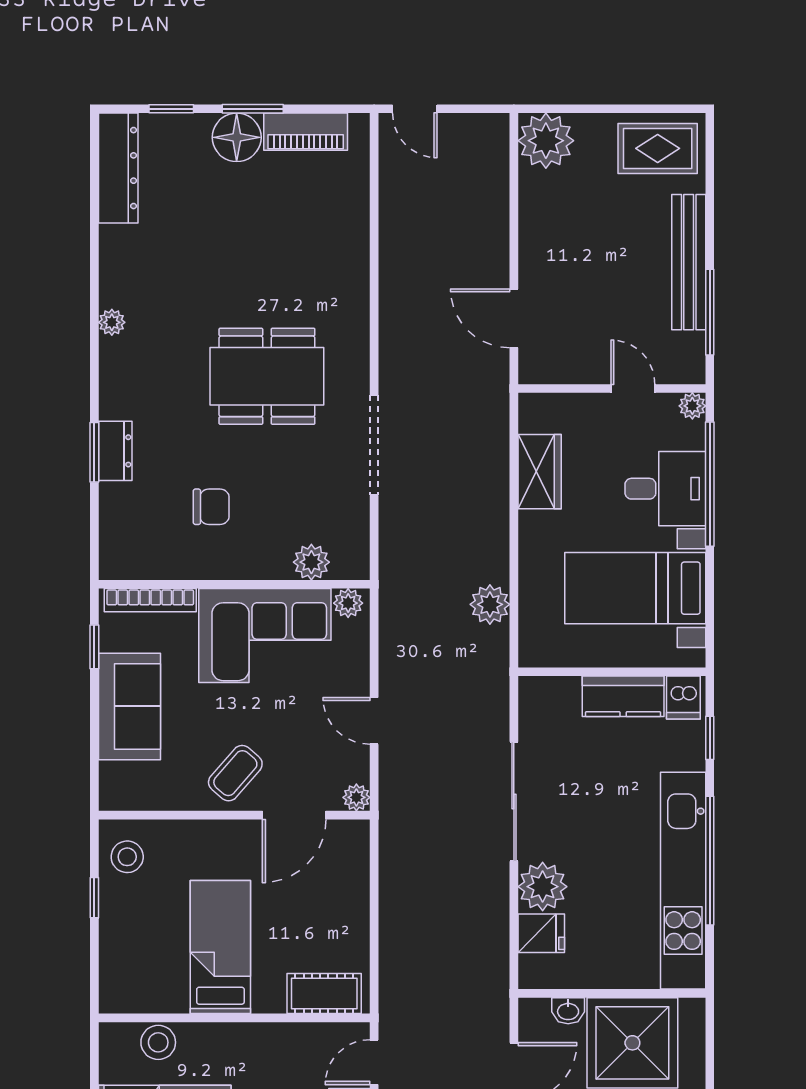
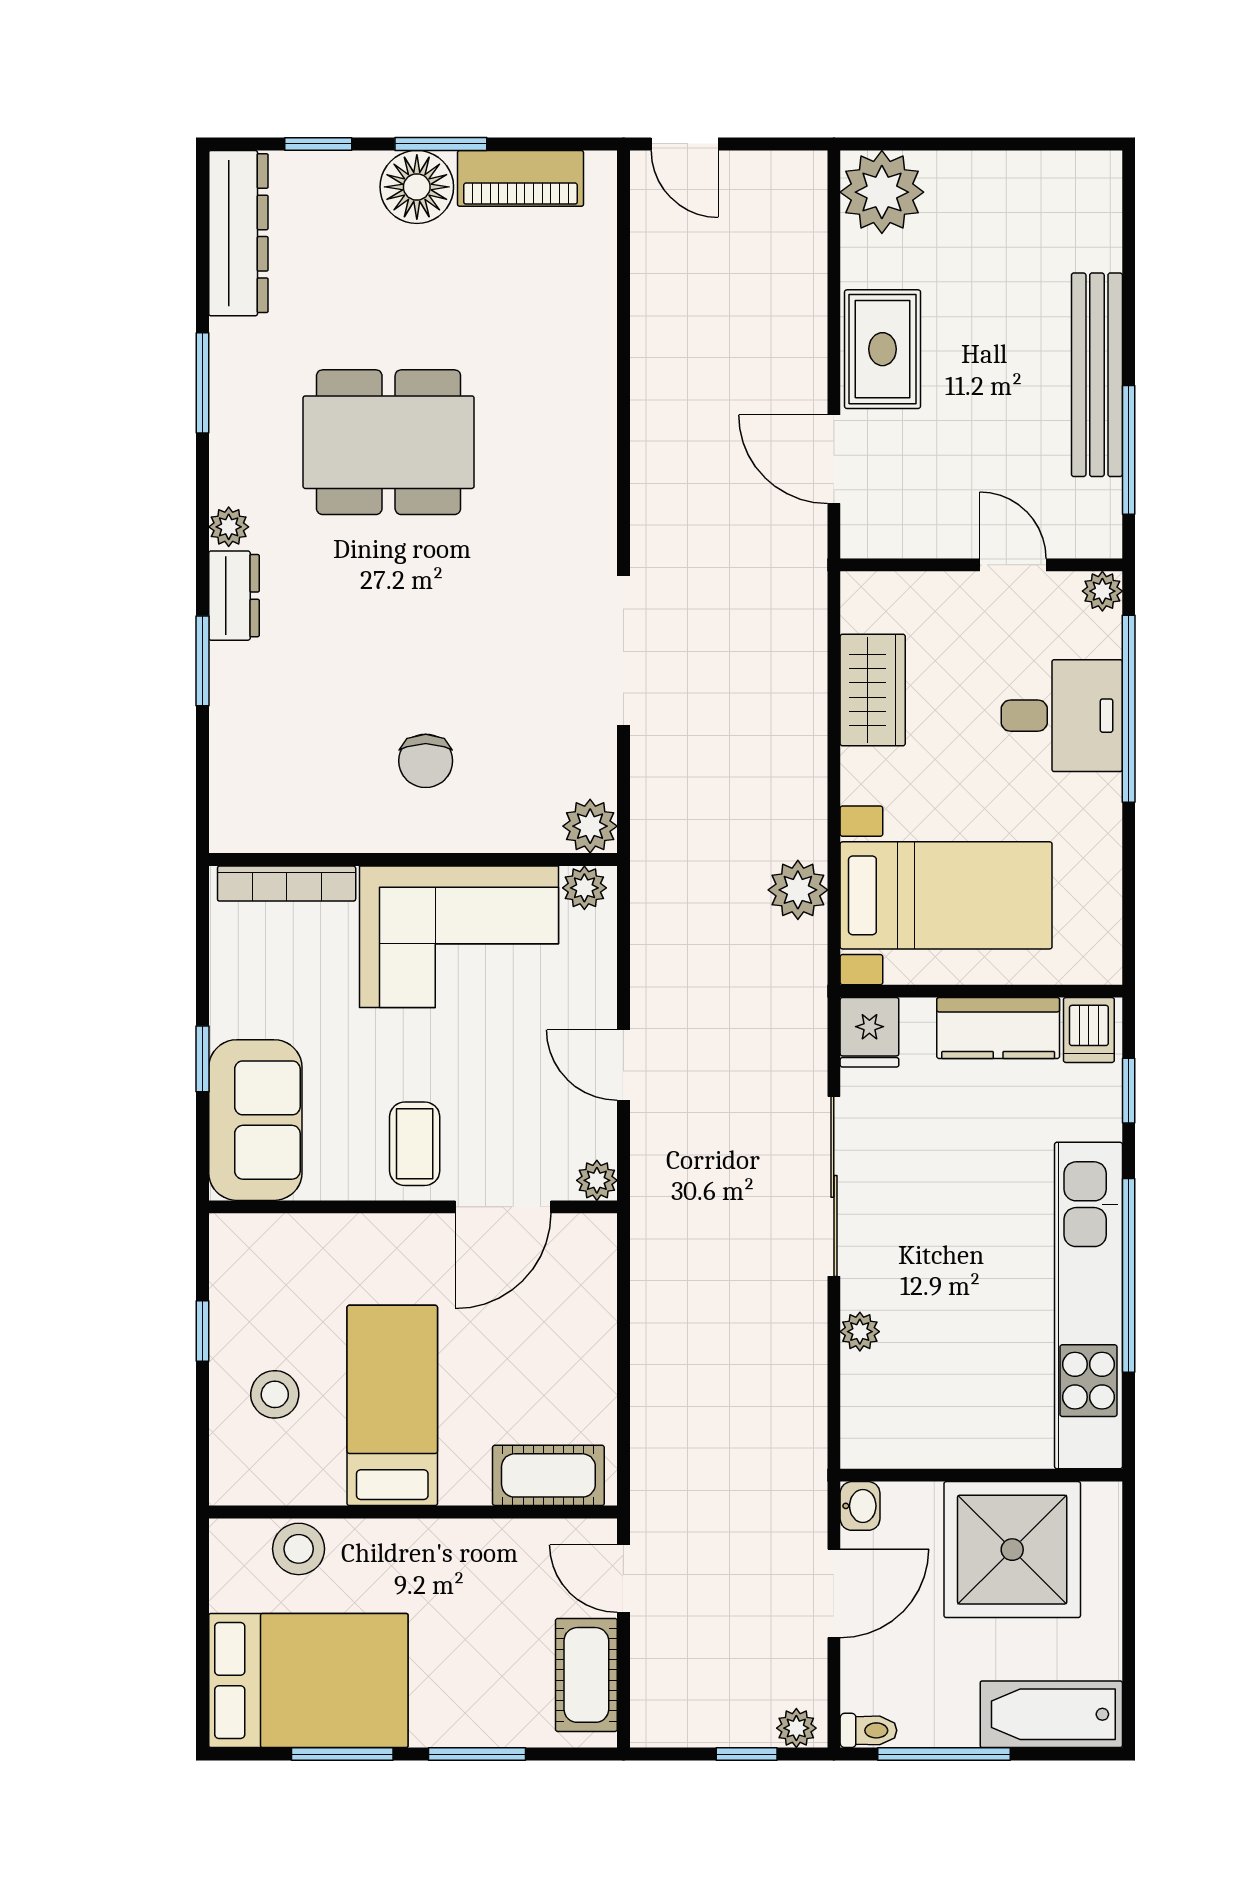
rug: (658, 148) -> (883, 349), moved, turned 90
window: (94, 268) -> (203, 383), added
plant: (112, 322) -> (229, 527), moved
dining table: (267, 376) -> (389, 442), moved
dresser: (115, 451) -> (234, 596), moved
chair: (211, 507) -> (426, 761), moved, turned 90
plant: (311, 562) -> (590, 826), moved
bed with nightstands: (635, 588) -> (946, 895), moved, turned 180
window: (94, 647) -> (203, 1059), moved
sofa: (129, 706) -> (255, 1120), moved
coffee table: (235, 773) -> (415, 1144), turned -41
stool: (127, 857) -> (275, 1394), moved
plant: (543, 887) -> (860, 1332), width x0.53, depth x0.53
fridge: (541, 933) -> (869, 1032), moved, turned 90
washbasin: (568, 1011) -> (860, 1506), moved, turned -90
door: (374, 1062) -> (623, 1579), hinge flipped

